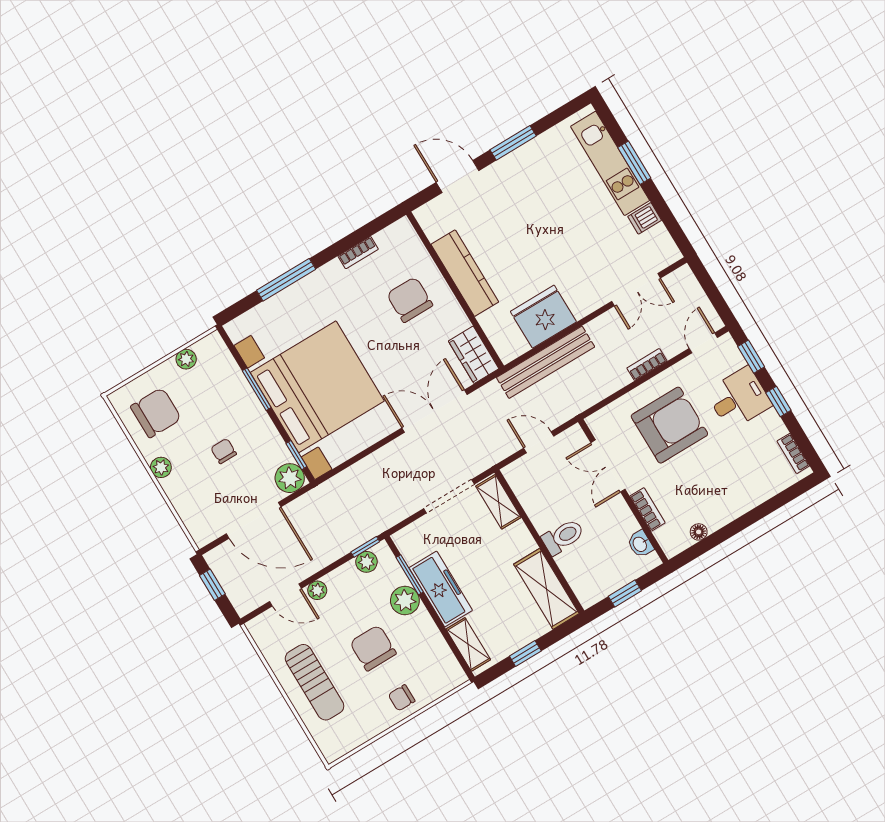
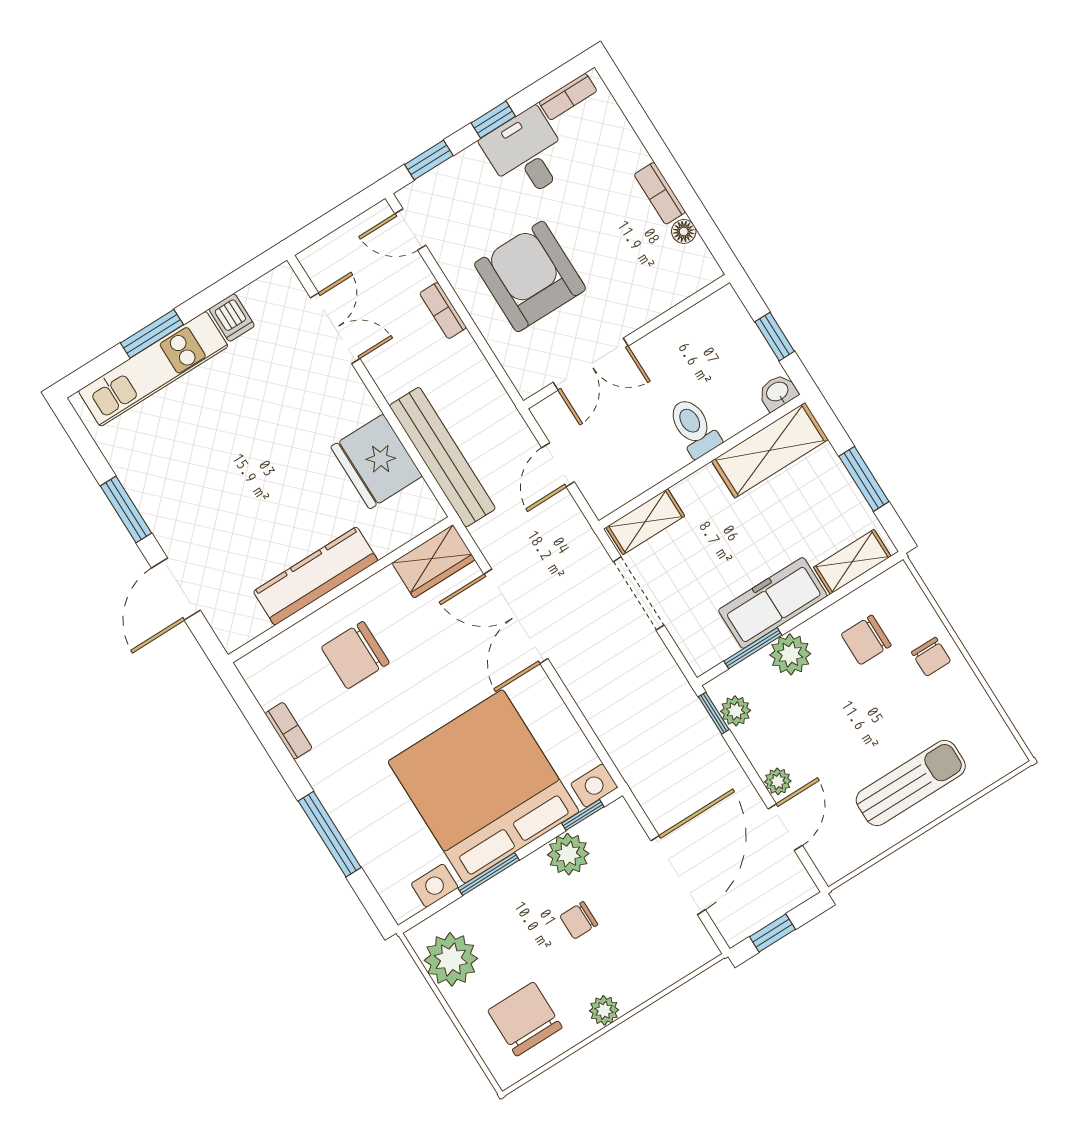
plant: (186, 359) -> (451, 959), width x1.88, depth x1.88
desk: (739, 398) -> (526, 154), moved
plant: (290, 478) -> (568, 854), moved
bookcase: (648, 509) -> (660, 193), moved, turned -90
washbasin: (640, 544) -> (778, 392), moved, turned 180
chair: (373, 648) -> (866, 640), moved, width x0.73, depth x0.73
window: (525, 654) -> (864, 479), width x1.50

